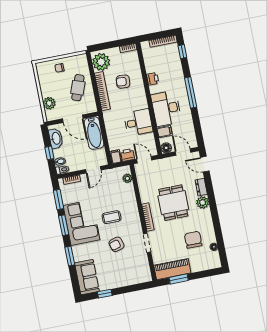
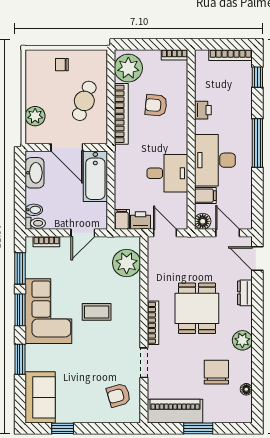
window: (49, 153) -> (20, 193), removed
plant: (127, 178) -> (127, 263), width x1.87, depth x1.87
plant: (203, 203) -> (242, 340), moved
armchair: (116, 244) -> (119, 395), moved
window: (179, 279) -> (198, 428), moved

